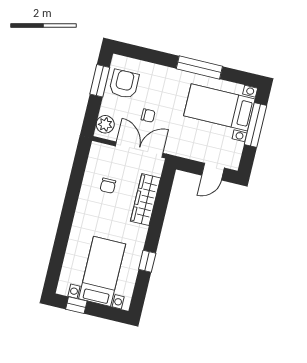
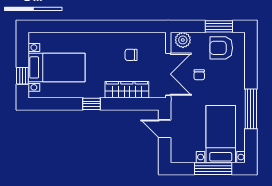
armchair: (124, 84) -> (221, 48), turned 180
door: (213, 172) -> (165, 129), moved
window: (147, 261) -> (91, 104), moved
window: (76, 305) -> (22, 76), moved

